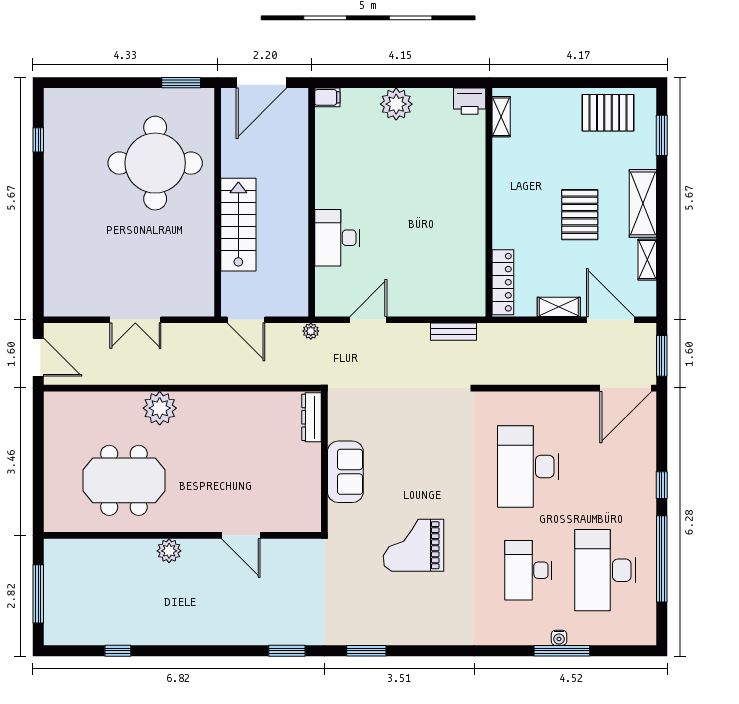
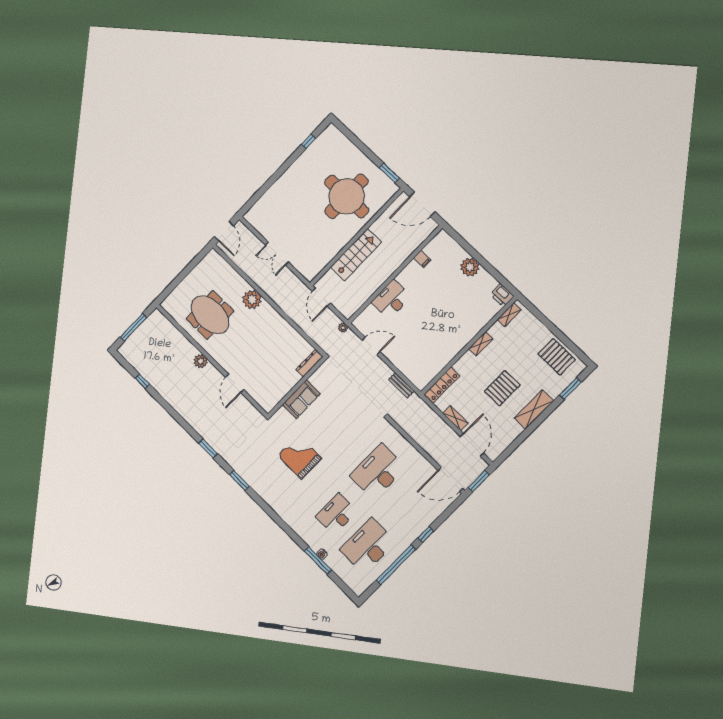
filing cabinet: (327, 97) -> (422, 259), moved
shelving: (647, 260) -> (481, 344), moved

